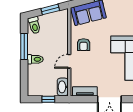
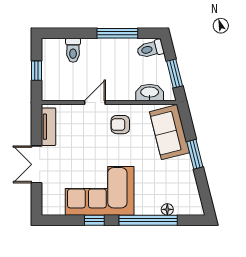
toilet: (35, 59) -> (73, 50), moved
door: (69, 61) -> (95, 103), hinge flipped
washbasin: (63, 87) -> (150, 93), moved

